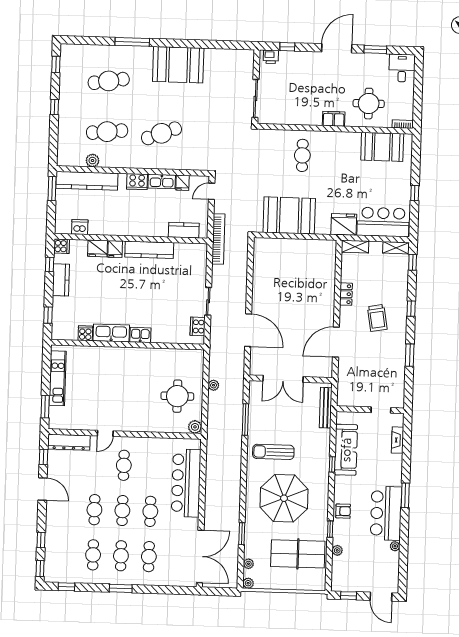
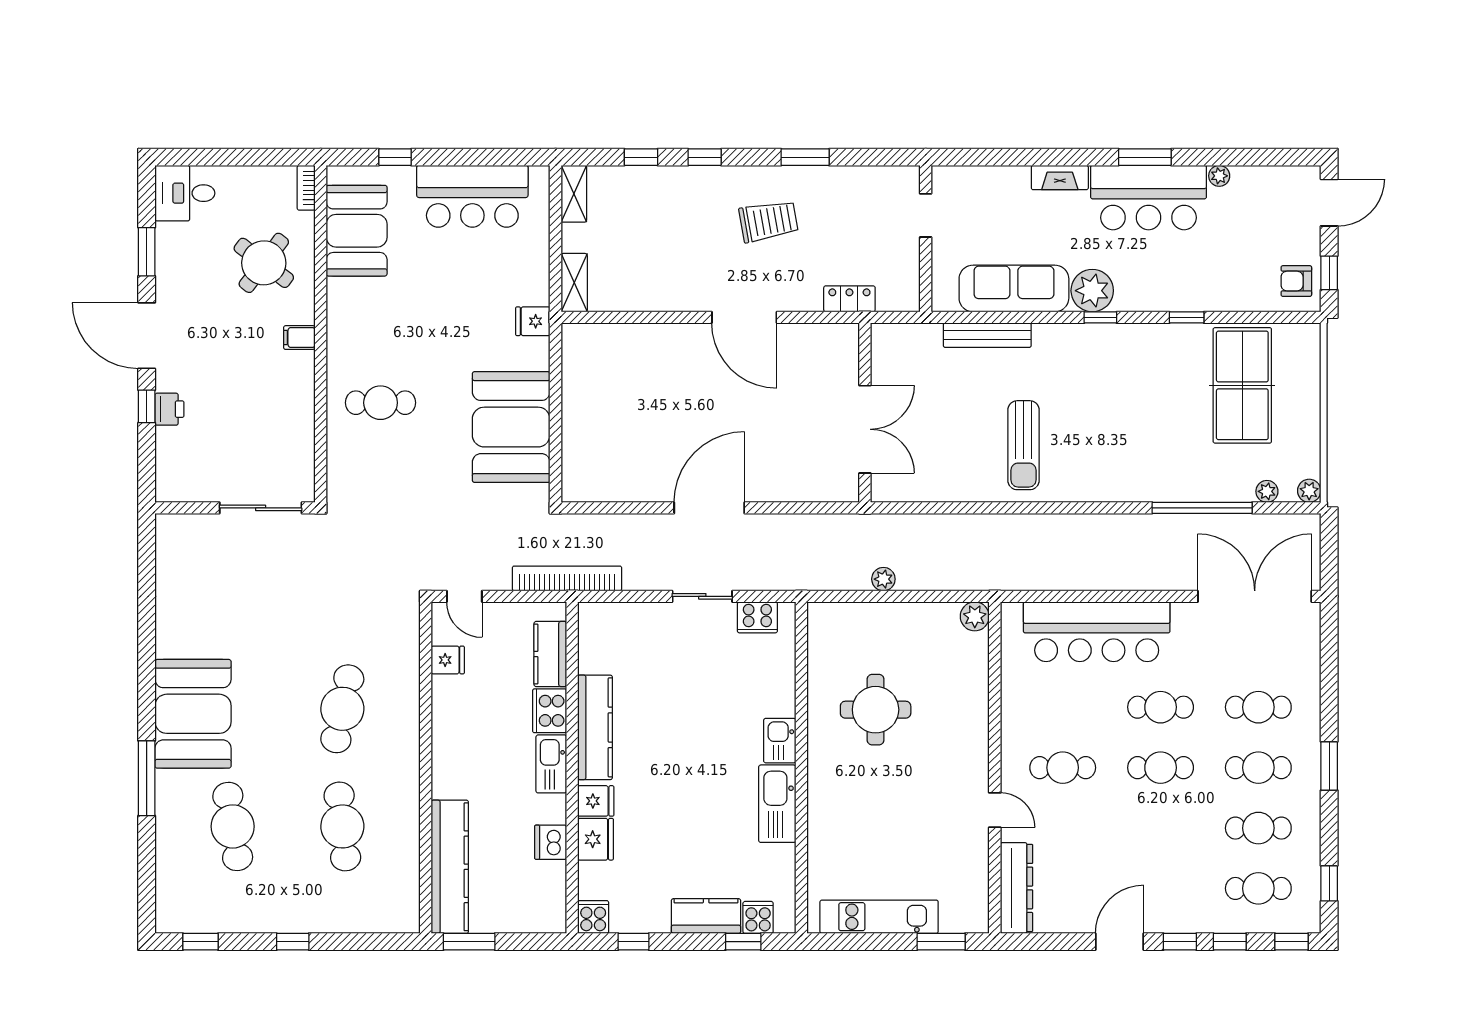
window: (287, 47) -> (147, 406), moved
printer: (271, 57) -> (169, 409), moved
booth: (178, 65) -> (193, 714), moved
round table: (369, 104) -> (264, 263), turned 37
filing cabinet: (334, 119) -> (299, 338), width x0.50
cafe table: (161, 133) -> (342, 709), turned 33
plant: (92, 161) -> (406, 856), removed
kitchen sink: (162, 181) -> (551, 764), moved, turned 180
cooker: (137, 182) -> (550, 711), moved, turned 180
window: (415, 193) -> (395, 157), moved
bar counter: (383, 222) -> (472, 196), moved, turned -90
fridge: (344, 224) -> (533, 321), width x0.53, depth x0.75
dishwasher: (80, 227) -> (551, 842), moved
window: (413, 262) -> (641, 157), moved
kitchen counter: (61, 280) -> (706, 916), moved
locker: (346, 294) -> (849, 299), moved
trolley: (377, 318) -> (768, 221), moved
door: (248, 330) -> (709, 508), moved
cooker: (85, 333) -> (758, 917), moved, turned 90
door: (336, 342) -> (744, 317), moved
round table: (177, 396) -> (876, 710), moved
bench: (326, 408) -> (987, 335), moved
window: (245, 420) -> (955, 508), removed
fireplace: (398, 440) -> (1060, 178), moved
window: (44, 457) -> (1180, 942), moved
window: (332, 464) -> (1100, 317), moved
window: (405, 495) -> (1145, 157), moved
parasol: (284, 498) -> (1123, 419), removed
cafe table: (94, 510) -> (1258, 888), moved
armchair: (343, 511) -> (1296, 281), moved, turned -90
window: (242, 534) -> (1202, 508), width x2.11
plant: (337, 550) -> (1092, 291), moved, width x1.87, depth x1.87

